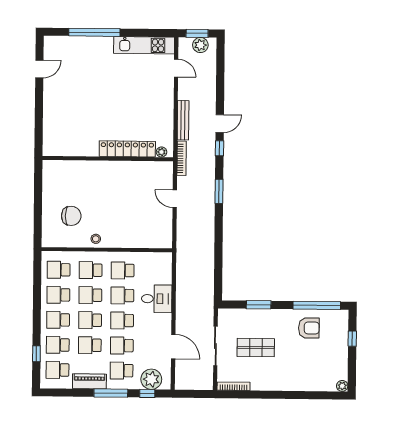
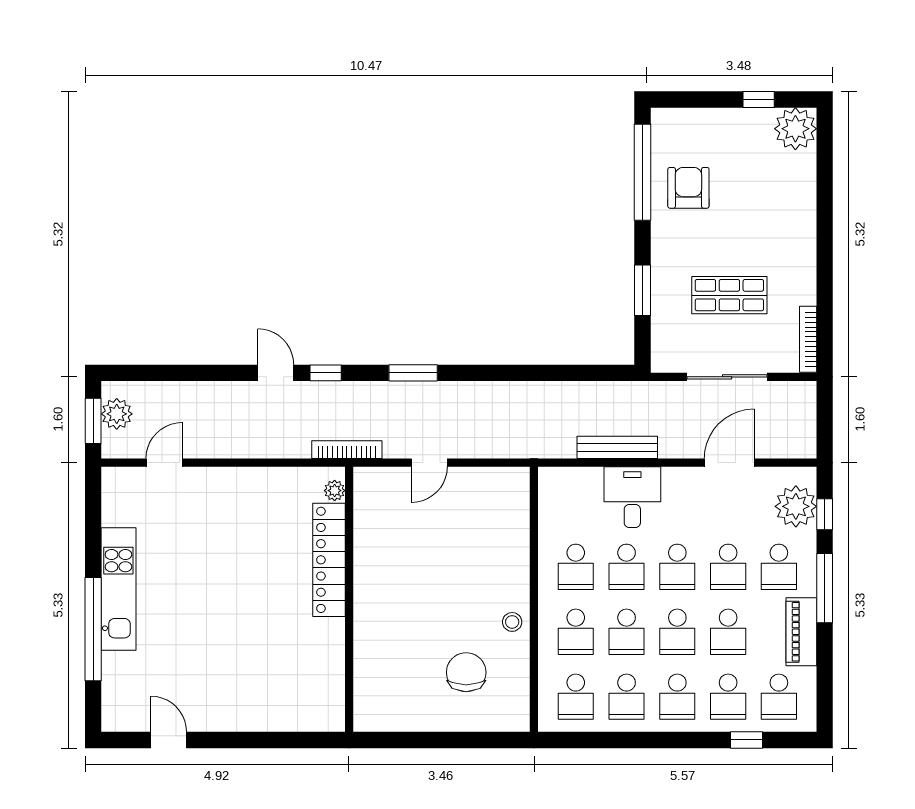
kitchen unit: (144, 45) -> (118, 589), moved
bench: (183, 120) -> (617, 447), moved
window: (352, 339) -> (759, 99), moved
shop shelf: (256, 348) -> (729, 295), turned 90
plant: (342, 386) -> (795, 129), width x1.88, depth x1.88

